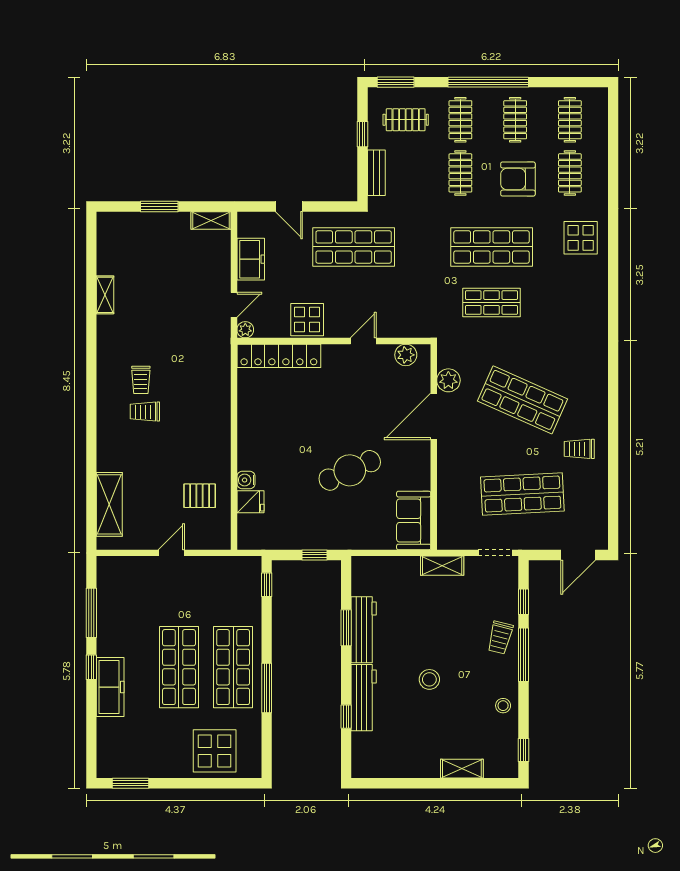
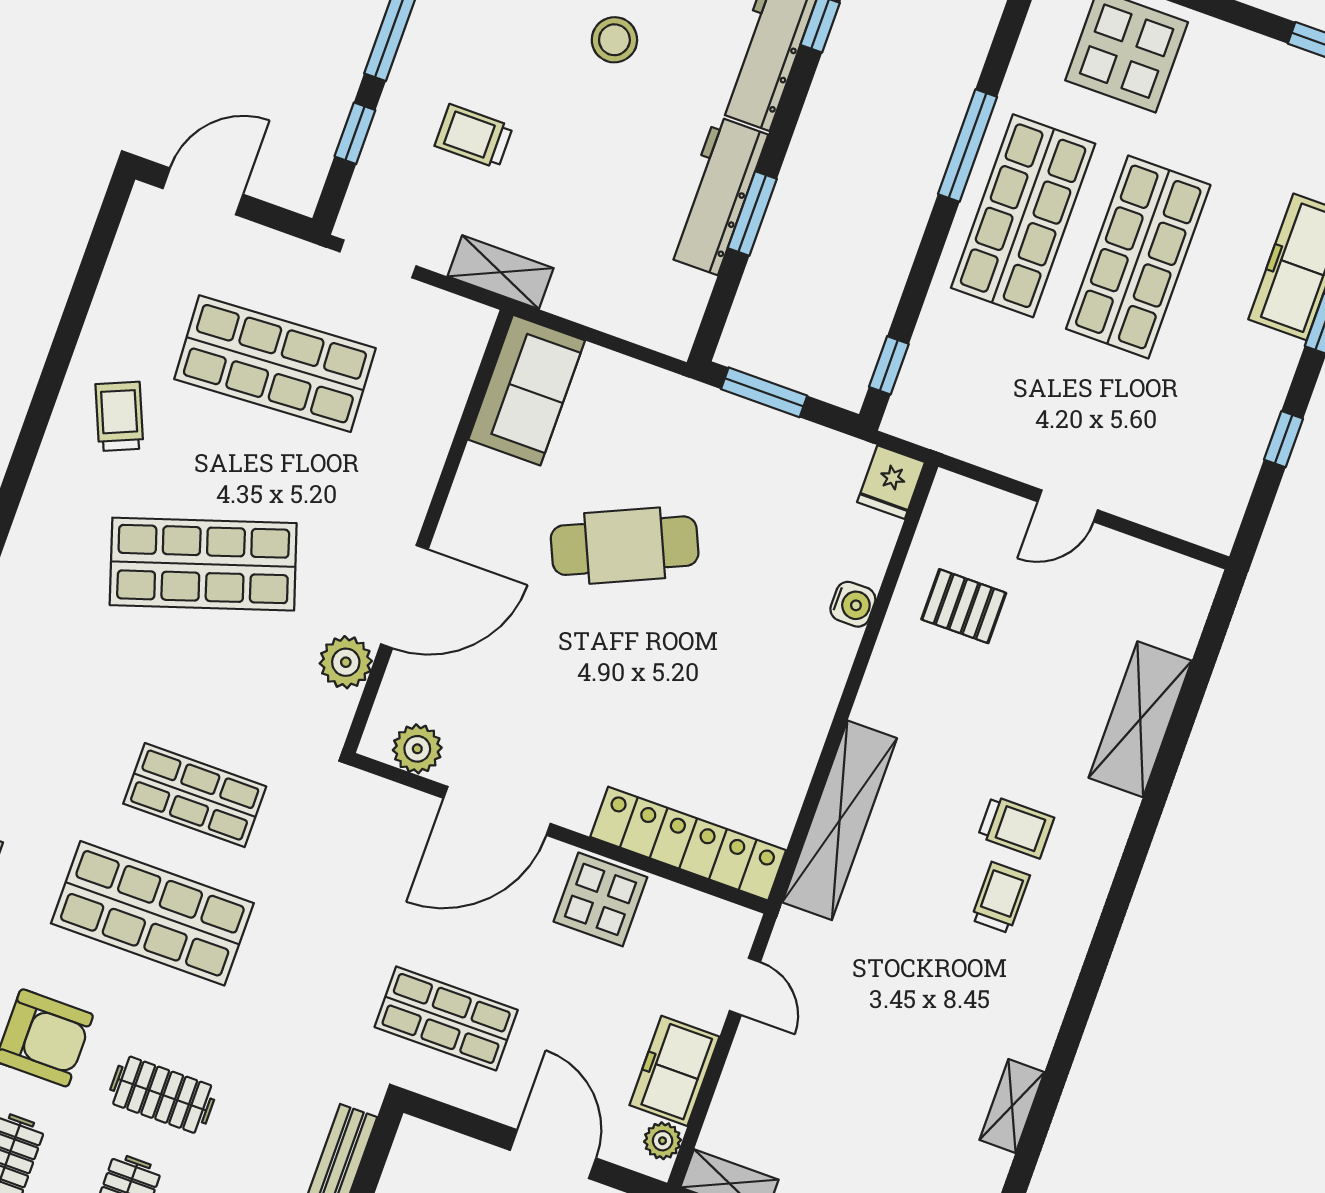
clothes rail: (460, 173) -> (162, 1095), turned 90
door: (289, 206) -> (553, 1154), width x1.38
shop shelf: (354, 247) -> (446, 1018), width x0.70, depth x0.74
door: (234, 305) -> (745, 987), swing flipped
plant: (245, 330) -> (663, 1141), moved
door: (363, 341) -> (497, 811), width x1.88
shelving: (219, 388) -> (840, 820), added
shop shelf: (522, 400) -> (203, 564), turned -42
trolley: (579, 449) -> (119, 416), turned -113
fridge: (250, 502) -> (891, 482), moved, turned -90
shelving: (109, 504) -> (1140, 719), moved
window: (315, 555) -> (764, 392), width x1.50
window: (91, 613) -> (1284, 439), width x0.46
trolley: (500, 638) -> (474, 136), moved, turned -104

